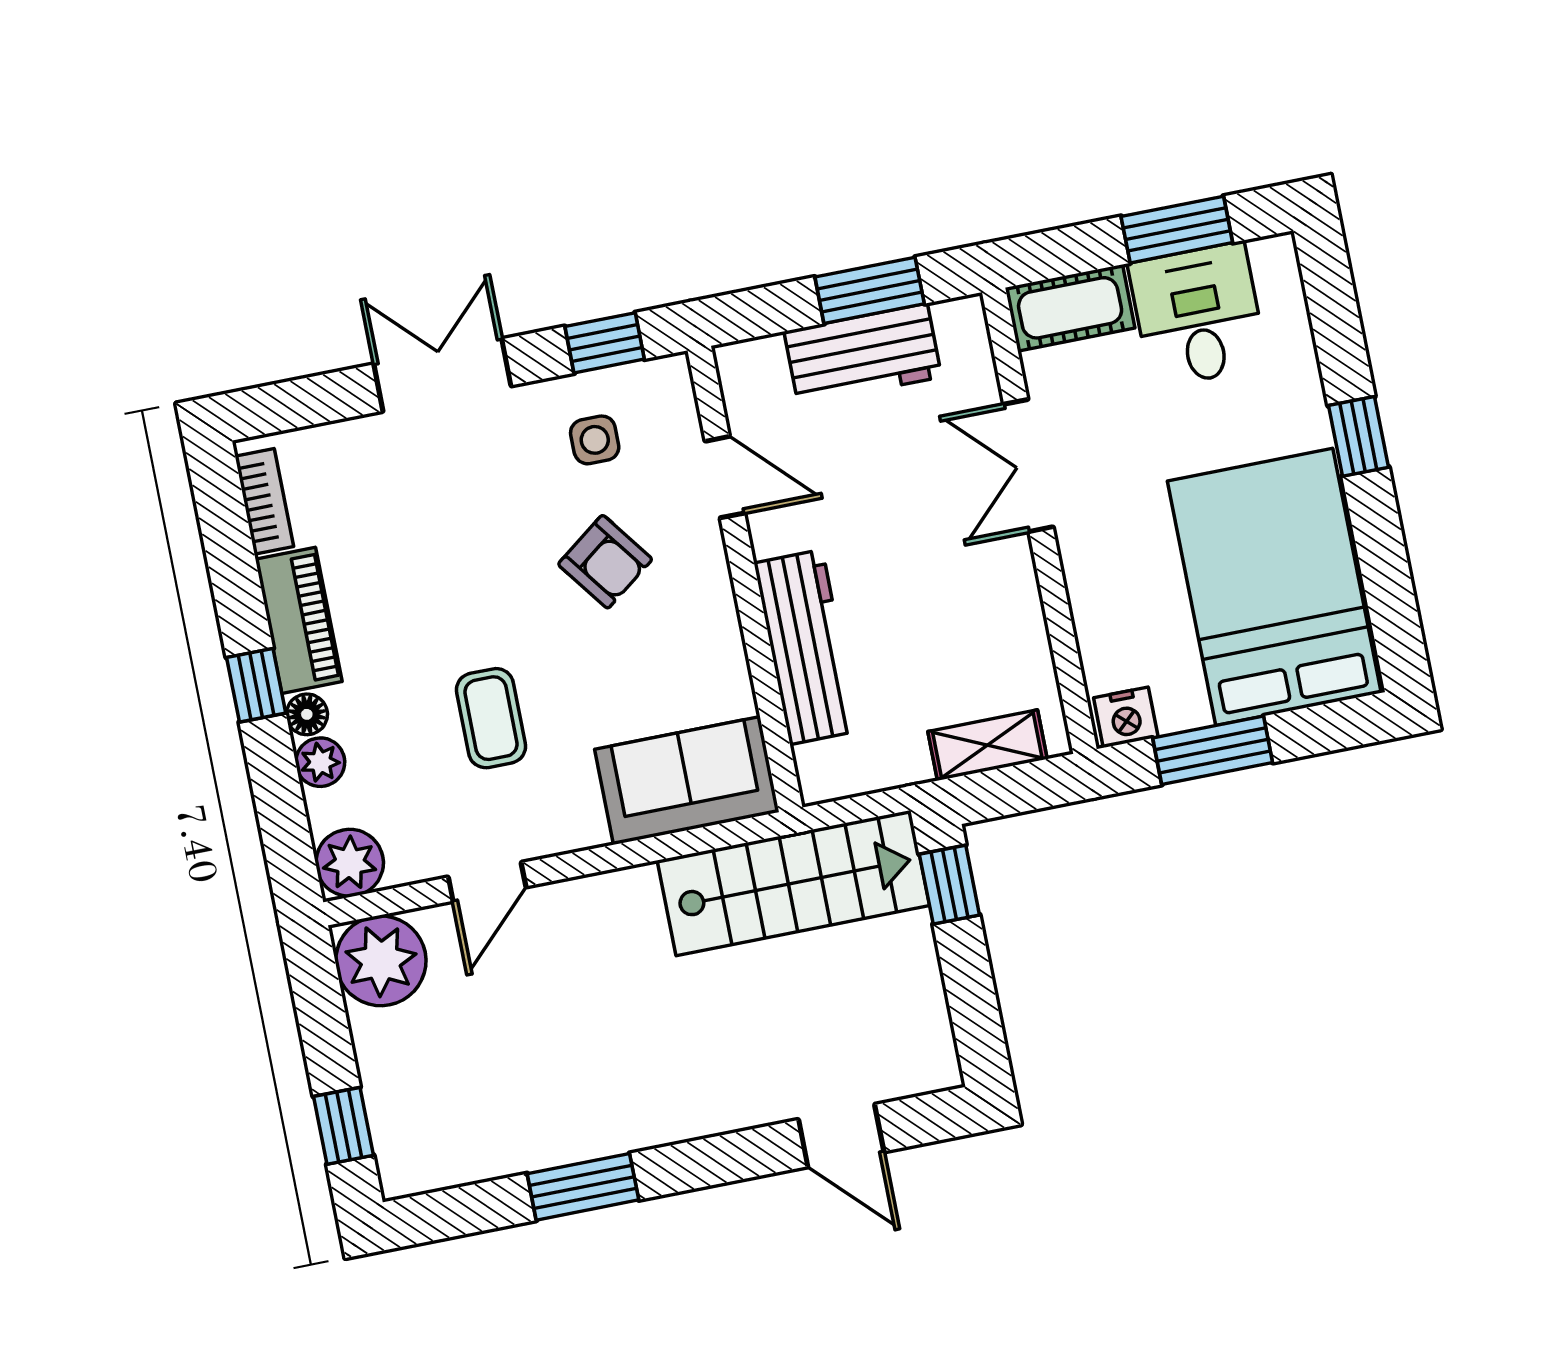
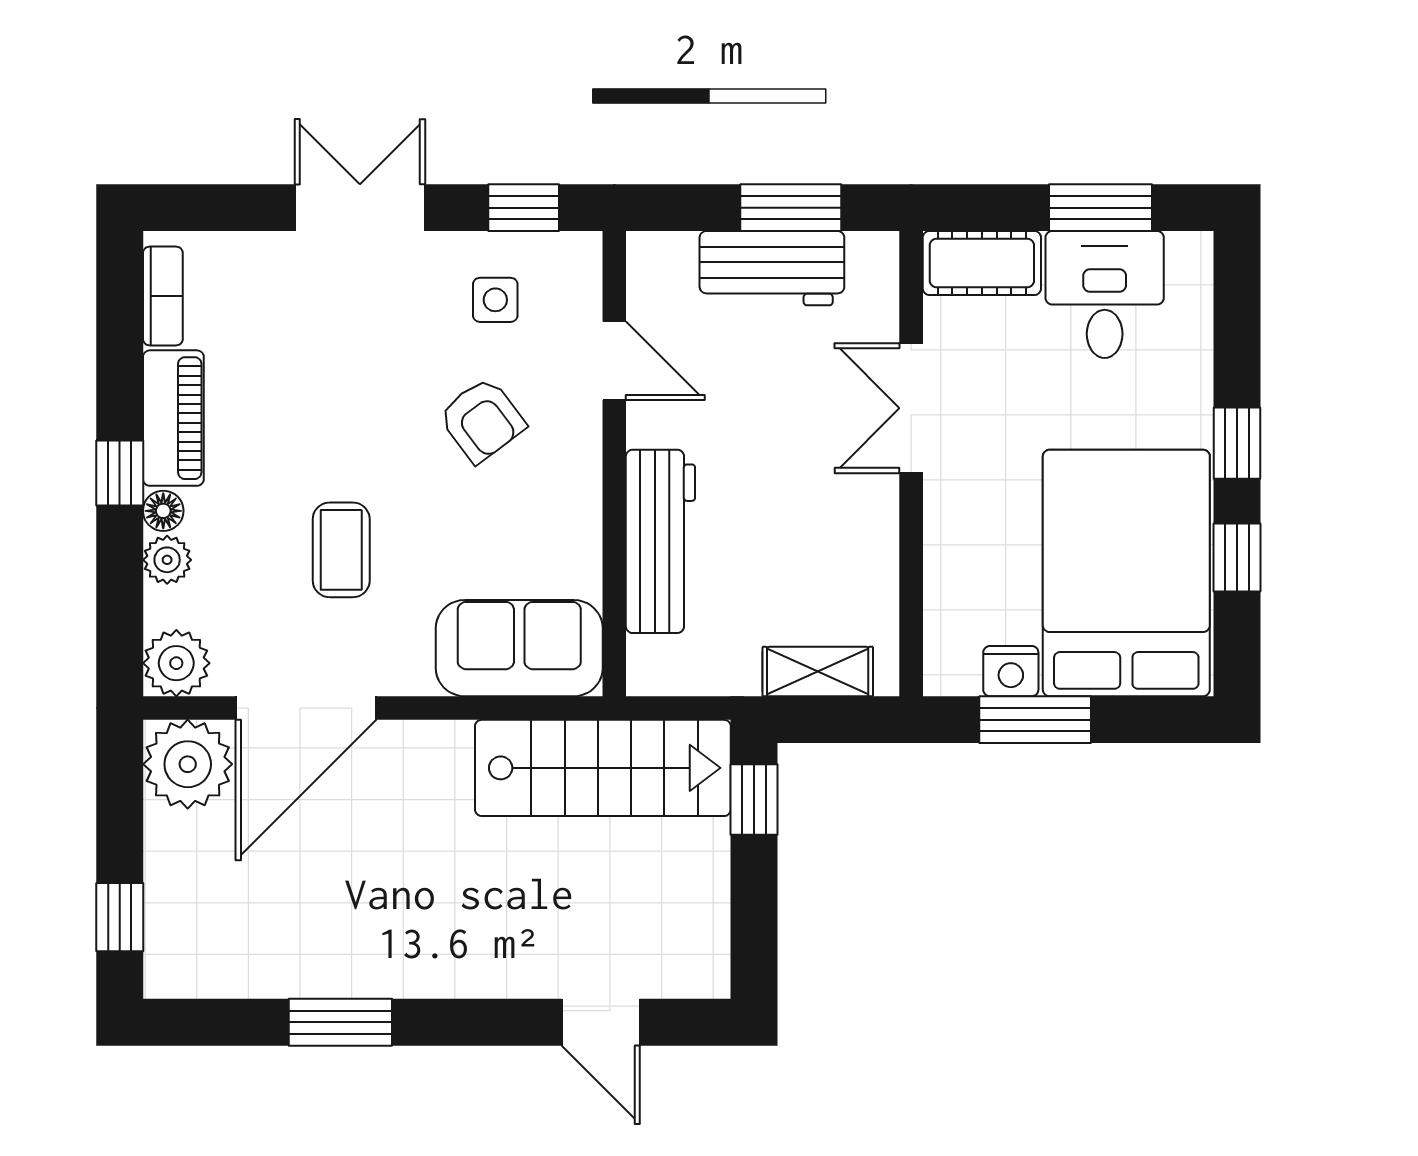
window: (1381, 550) -> (1237, 558), added
nightstand: (1126, 717) -> (1011, 671), moved
door: (487, 882) -> (306, 708), width x1.87

